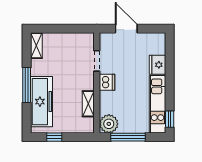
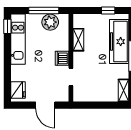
fridge: (157, 65) -> (18, 90), moved
plant: (109, 124) -> (50, 22), moved

